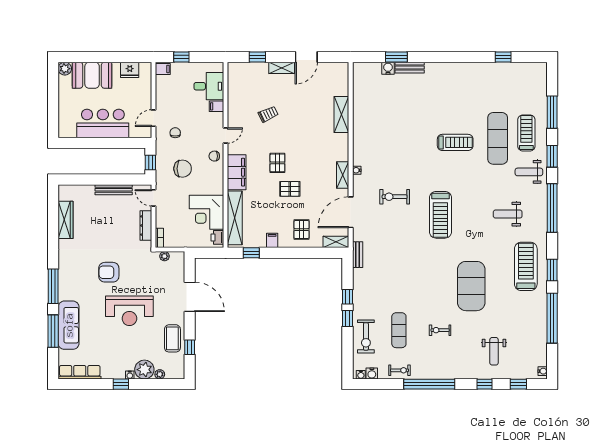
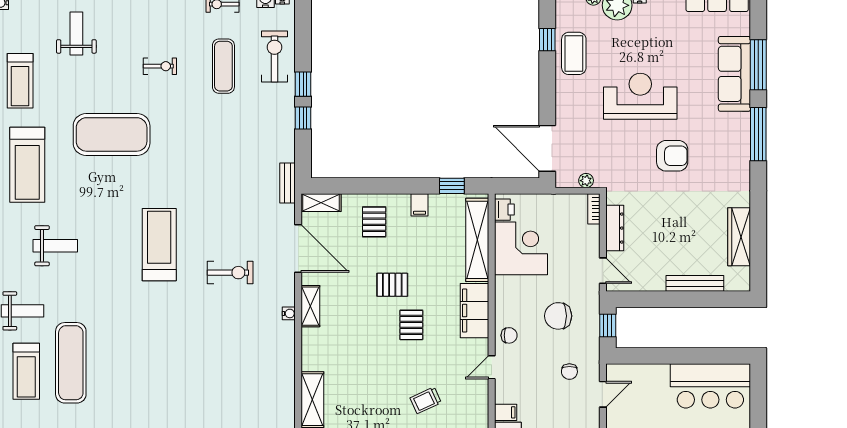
bar counter: (103, 123) -> (710, 386), moved
treadmill: (455, 142) -> (20, 81), moved, turned -90
bench: (114, 190) -> (695, 283), moved
door: (351, 212) -> (298, 248), hinge flipped
exercise mat: (471, 286) -> (112, 134), turned 90
door: (190, 297) -> (547, 148), moved

